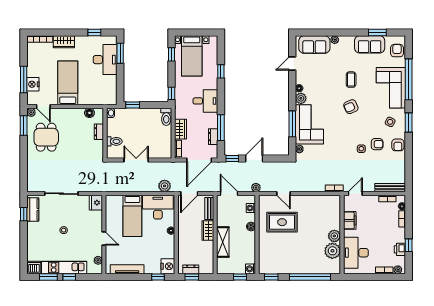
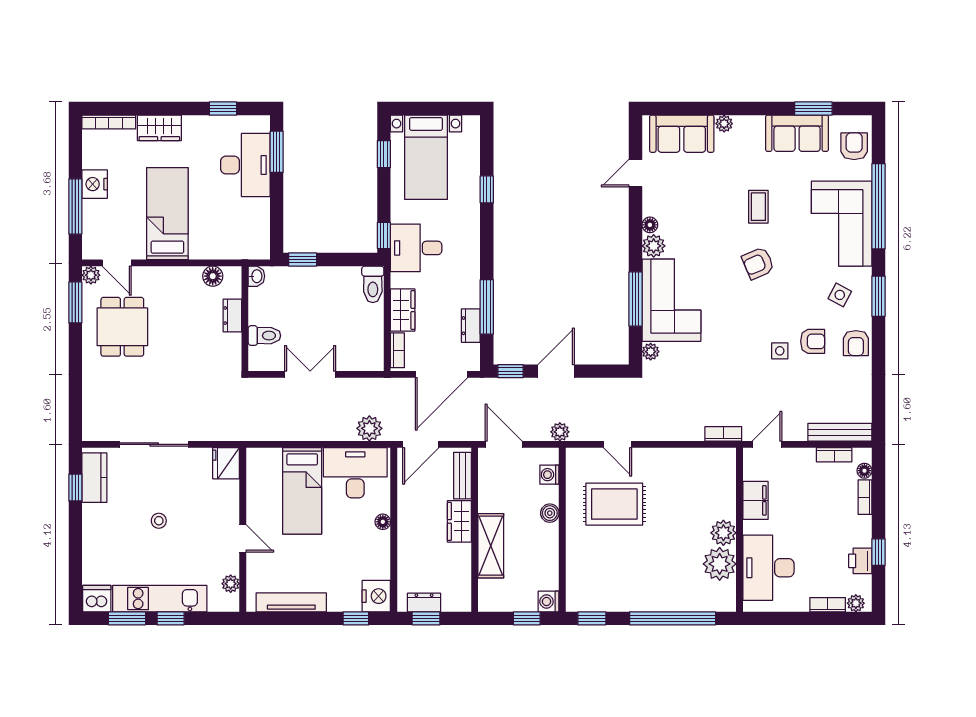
nightstand: (33, 84) -> (95, 184), moved
desk: (205, 101) -> (416, 248), moved, turned 180

